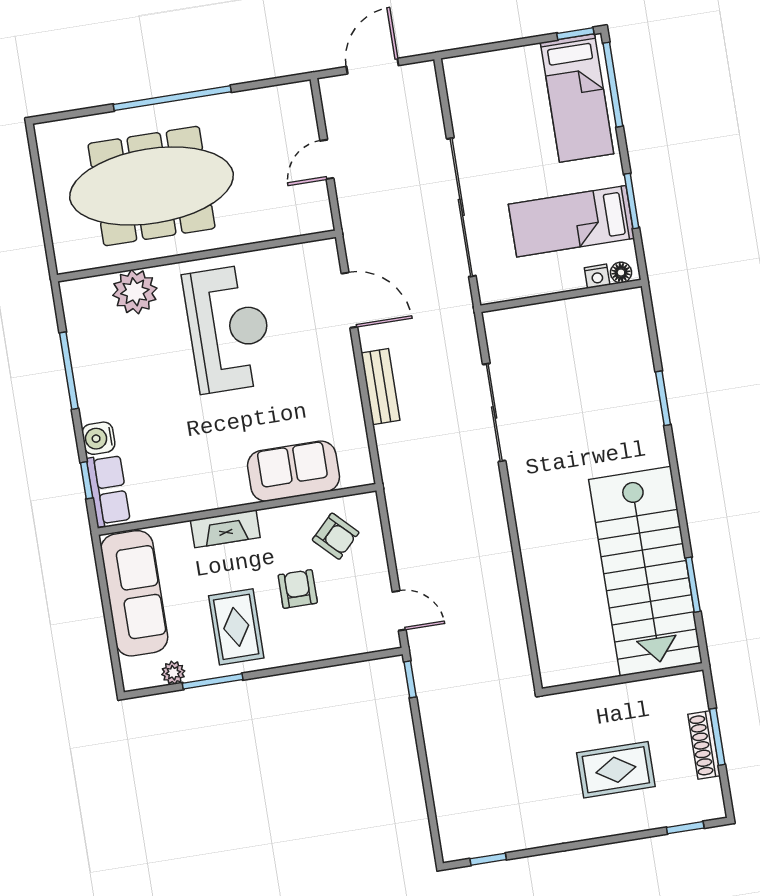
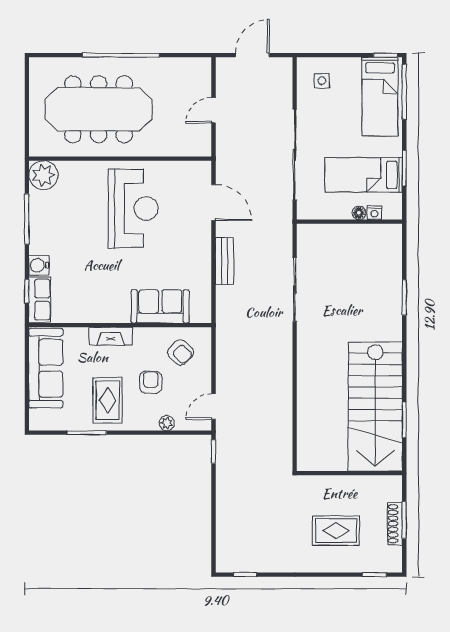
side table: (485, 88) -> (322, 81), added
floor lamp: (621, 273) -> (359, 213), moved
plant: (135, 292) -> (43, 175), moved
door: (399, 611) -> (213, 406), swing flipped
plant: (173, 673) -> (167, 423), moved

